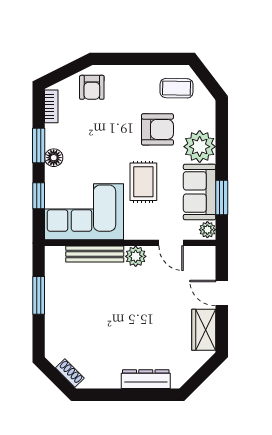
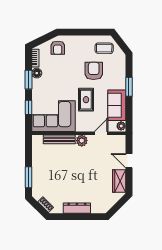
armchair: (157, 129) -> (94, 71), turned -90
plant: (200, 147) -> (117, 80), removed
floor lamp: (54, 158) -> (37, 73), moved
window: (222, 197) -> (129, 87), moved
door: (171, 243) -> (101, 133), swing flipped
window: (39, 295) -> (28, 177), moved
dresser: (146, 379) -> (77, 208), moved

